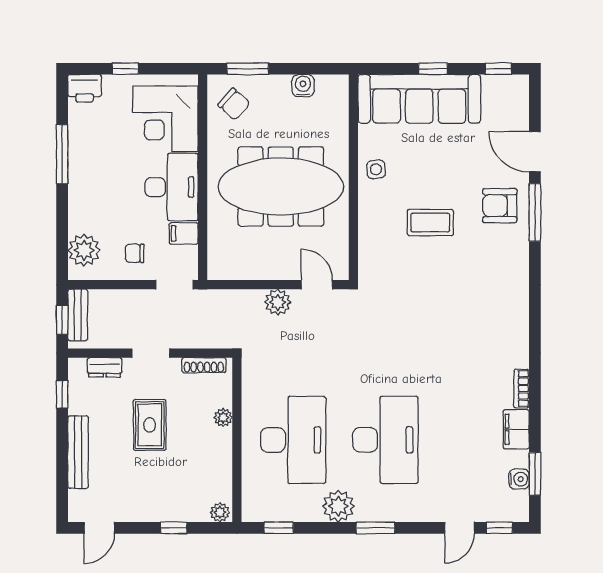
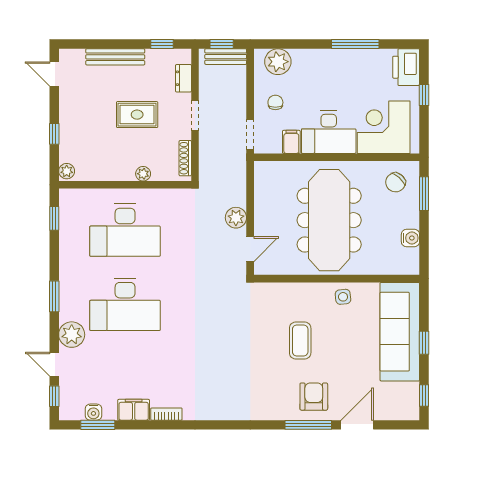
printer: (85, 88) -> (406, 67), width x1.37, depth x1.19
plant: (338, 506) -> (72, 335), moved

